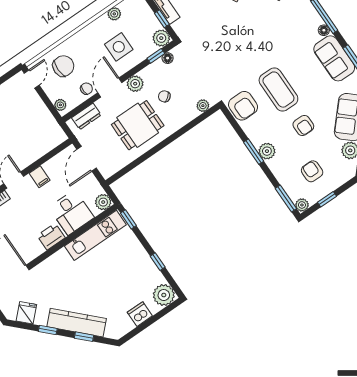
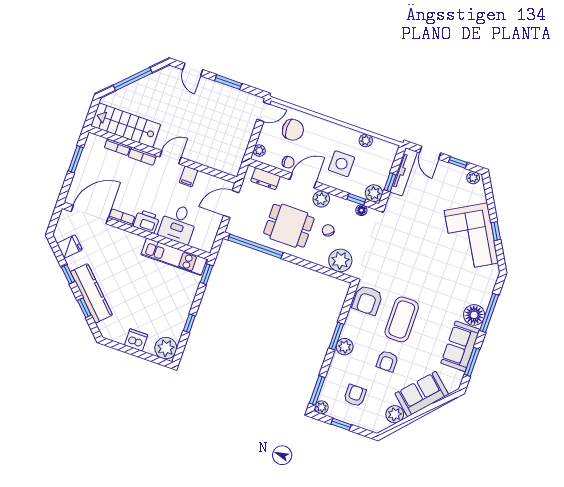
floor lamp: (324, 30) -> (474, 315), width x1.89, depth x1.89
plant: (203, 106) -> (340, 260), width x1.87, depth x1.87
window: (135, 164) -> (255, 246), added
plant: (103, 202) -> (206, 243), removed
bookcase: (33, 254) -> (122, 217), added

